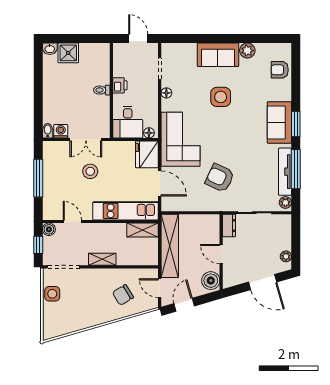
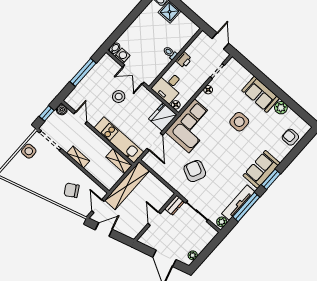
boiler: (211, 281) -> (133, 229), removed

